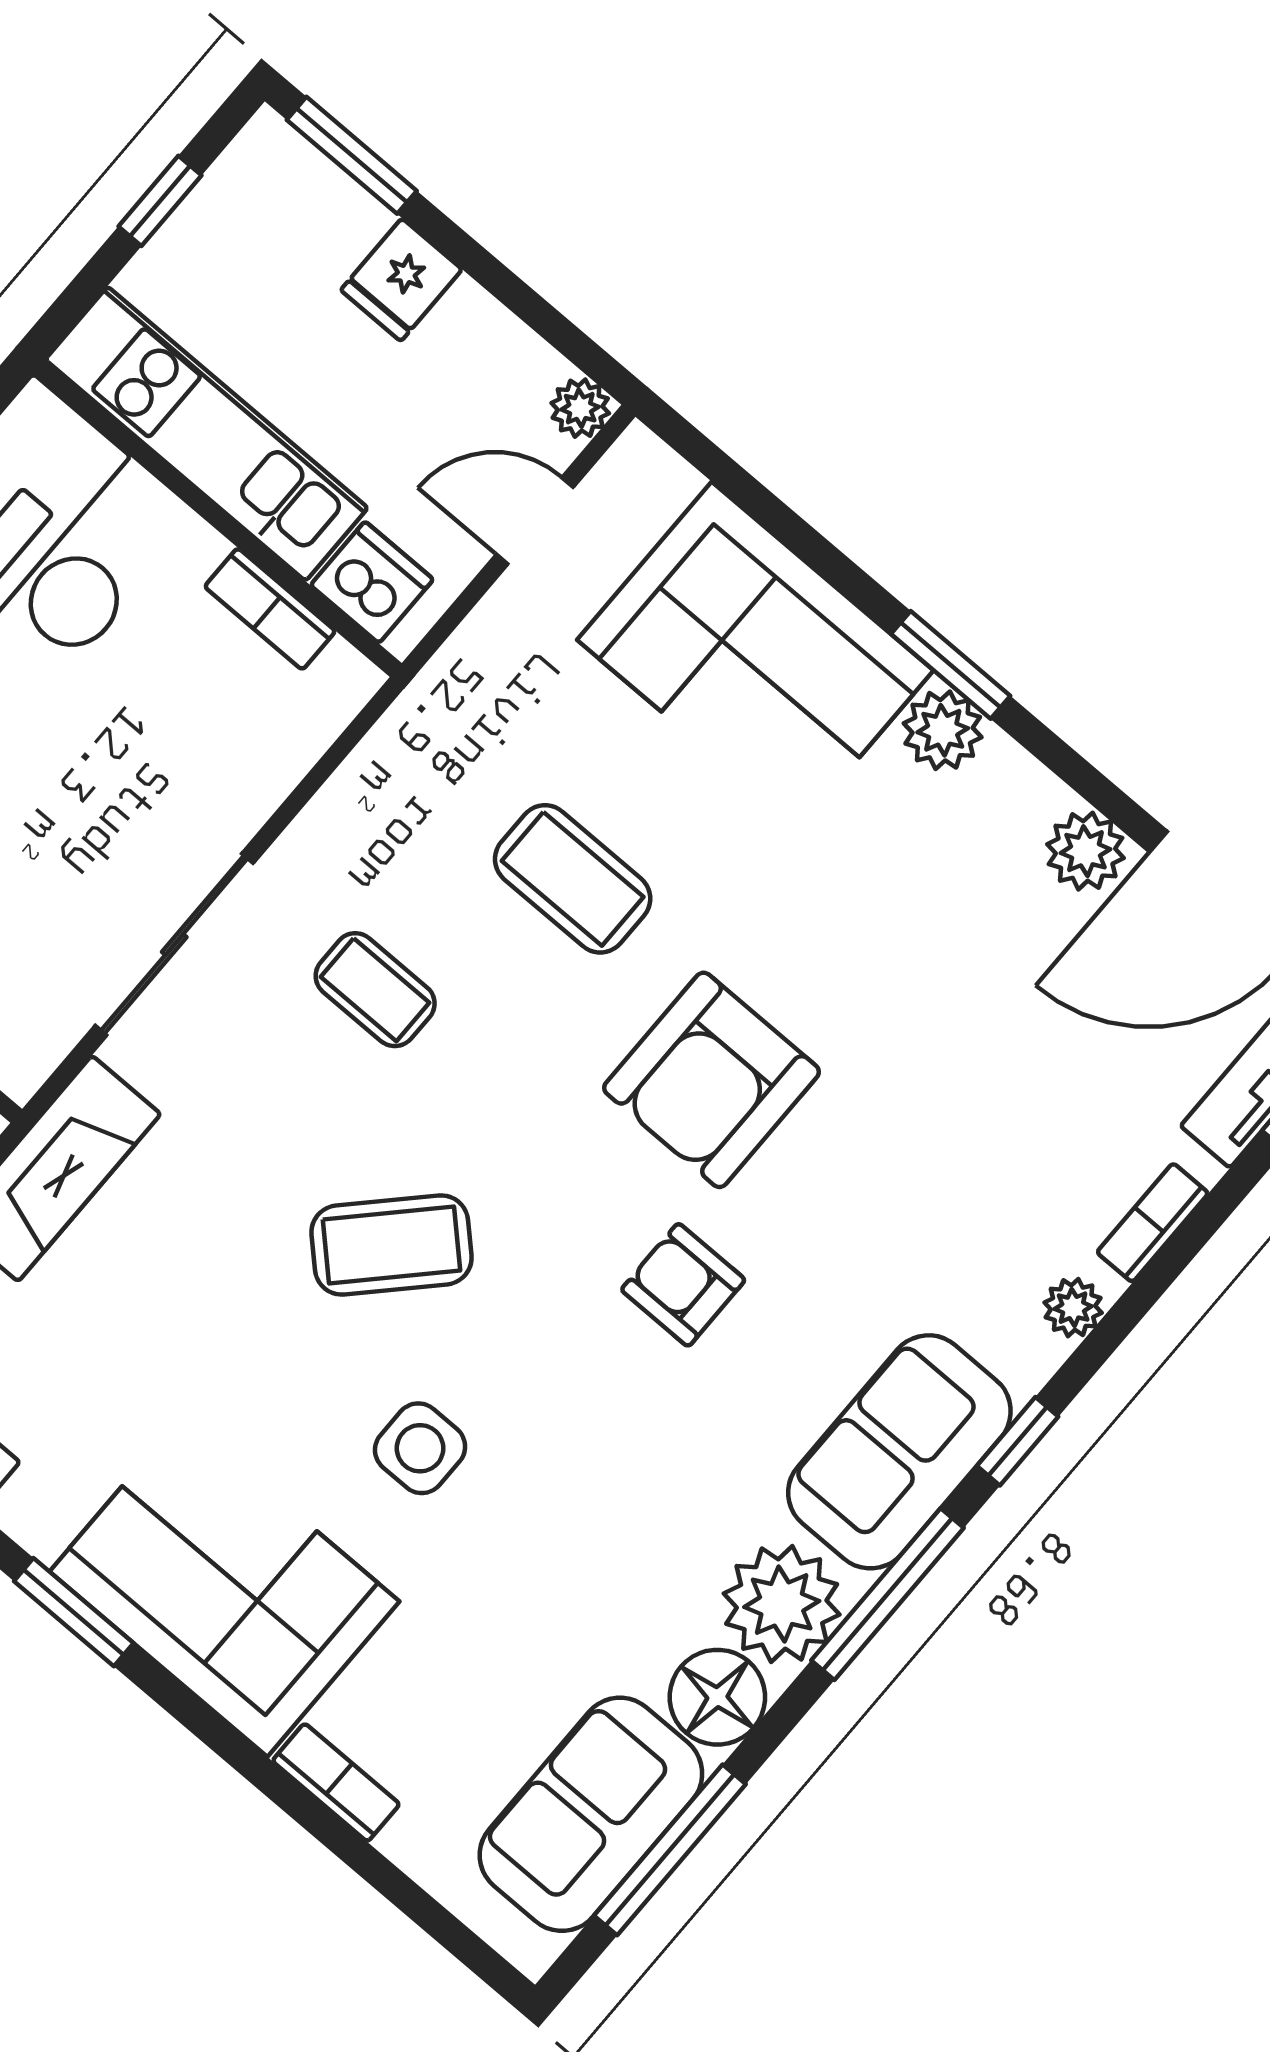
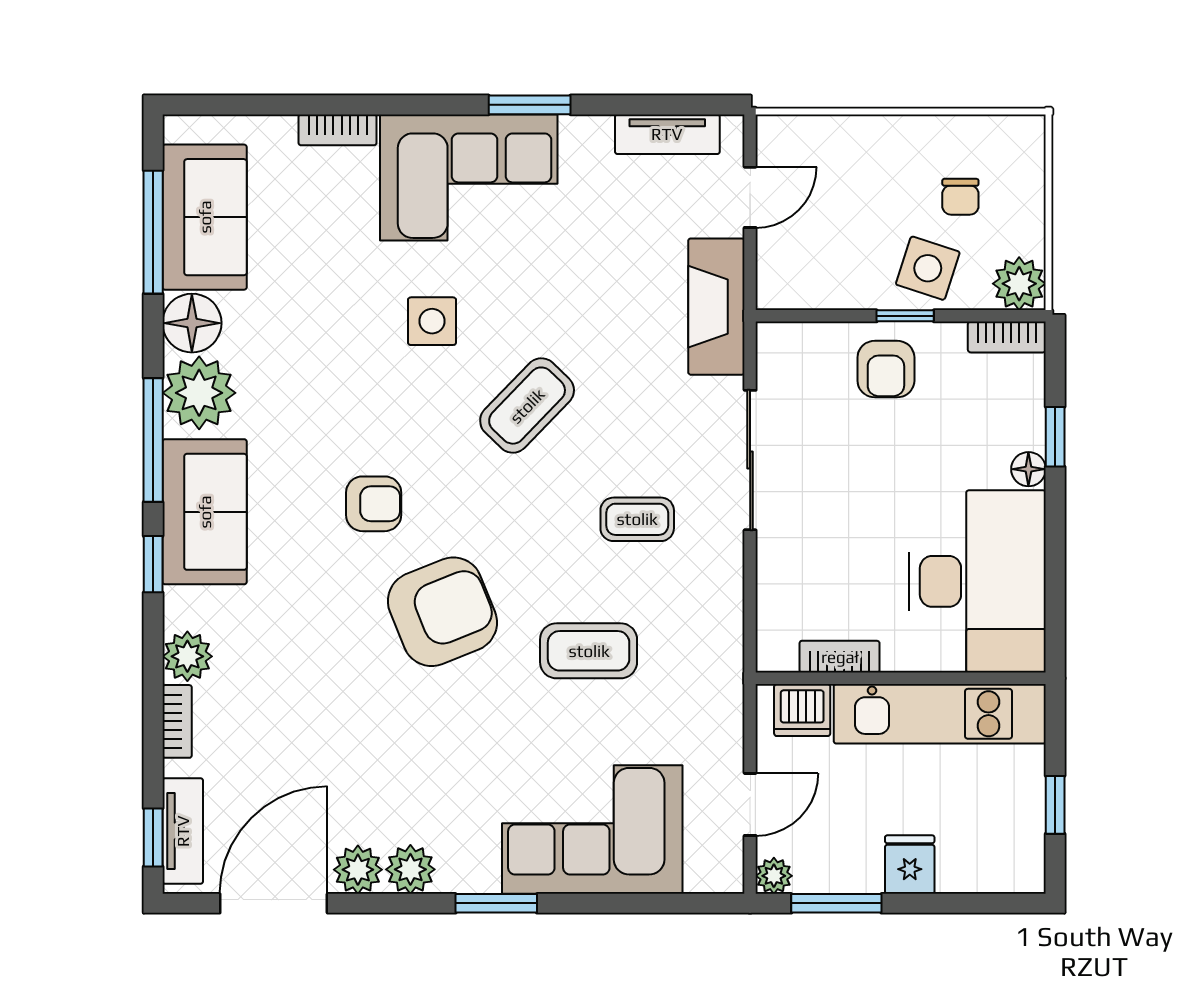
window: (352, 155) -> (836, 903), moved
plant: (943, 730) -> (410, 869), moved
armchair: (711, 1080) -> (442, 612), turned 68
plant: (1073, 1308) -> (187, 656), width x1.38, depth x1.38

